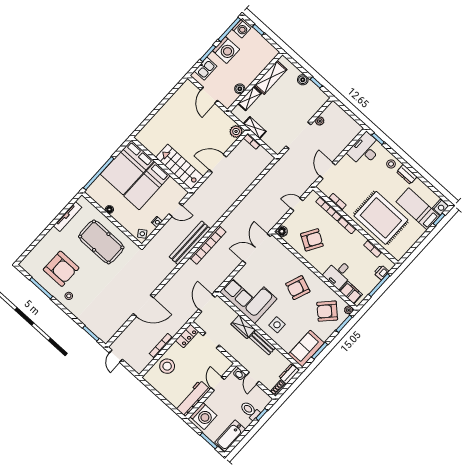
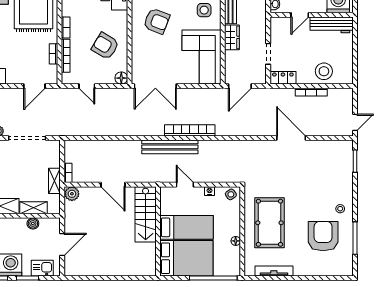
bench: (190, 243) -> (170, 147), moved

